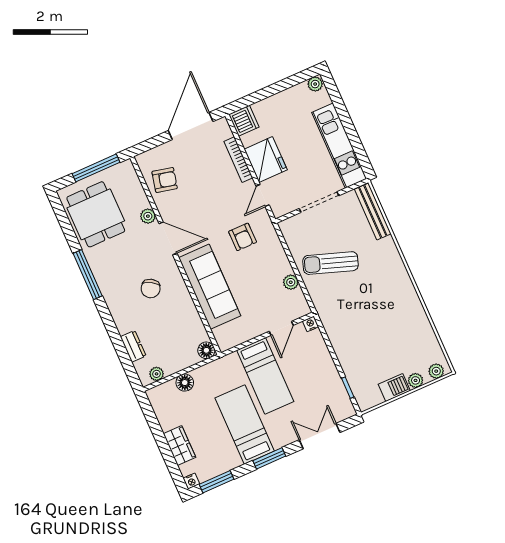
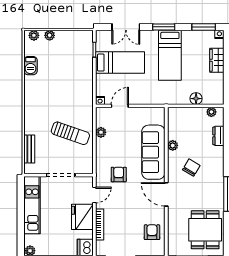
armchair: (165, 180) -> (152, 232), turned 77
bench: (373, 211) -> (29, 149), width x0.73
plant: (148, 216) -> (173, 145), moved
floor lamp: (206, 350) -> (173, 113), removed
bed: (265, 376) -> (120, 63), moved, turned 90
barbecue: (394, 388) -> (31, 66), moved, turned -90

